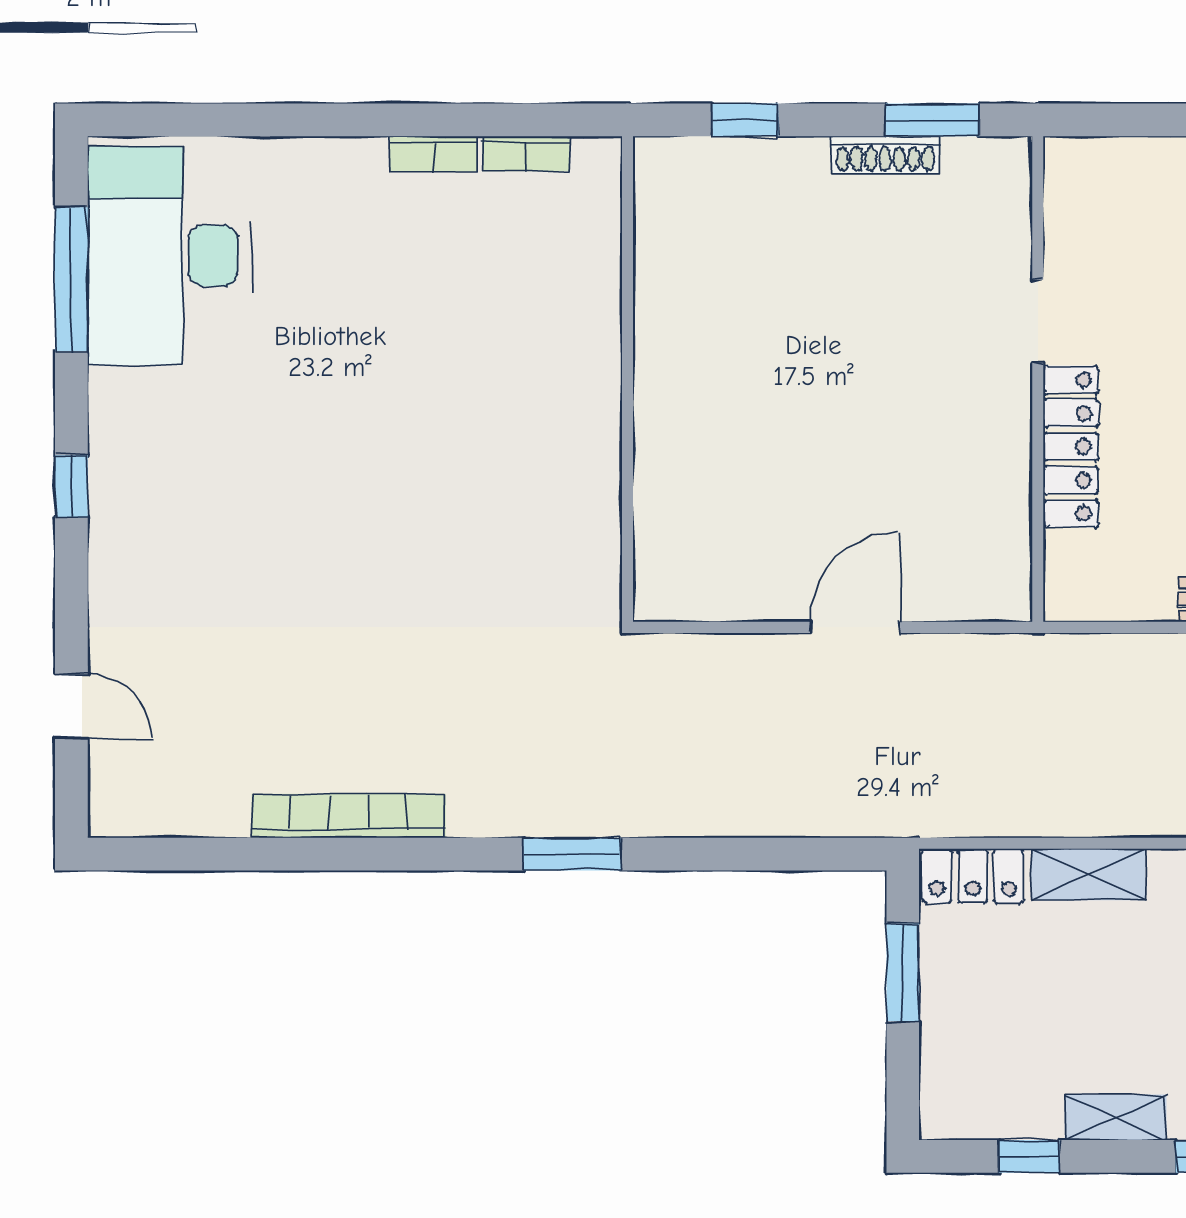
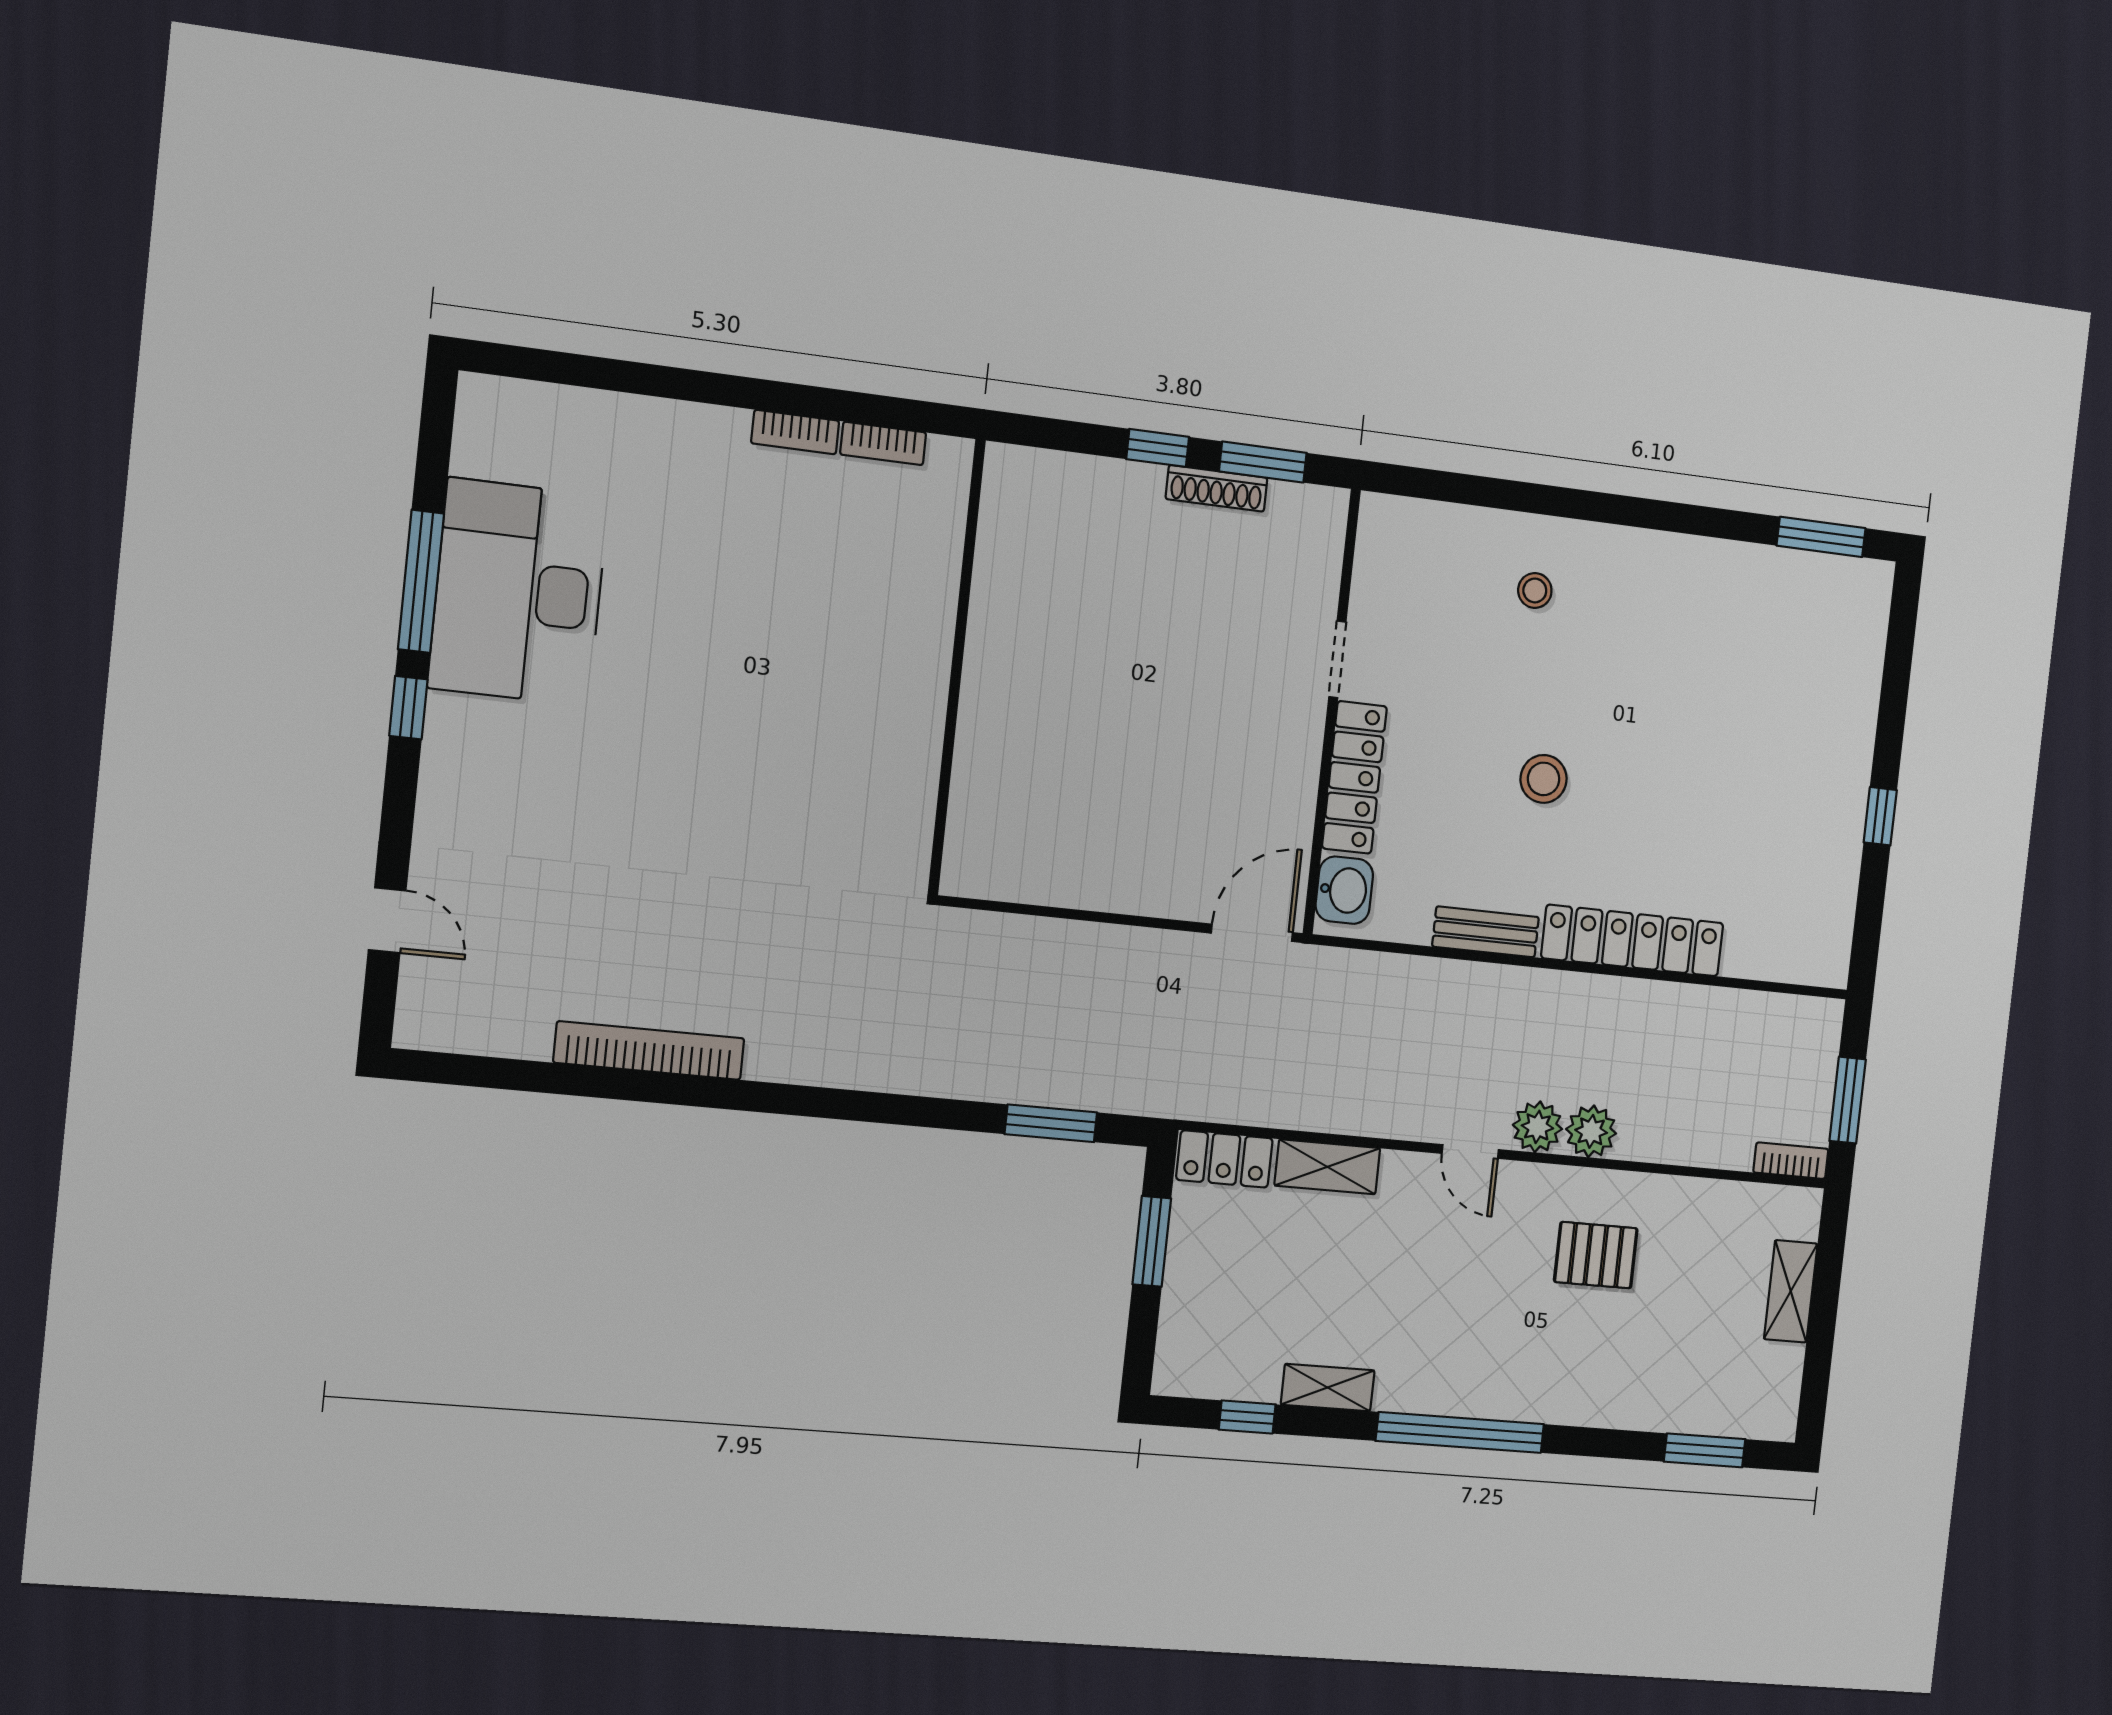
window: (745, 120) -> (1158, 448), moved
desk: (169, 256) -> (518, 592), moved
window: (71, 279) -> (421, 581), moved
washbasin: (1073, 570) -> (1344, 890), added
door: (855, 627) -> (1252, 933), moved
window: (572, 854) -> (1051, 1123), moved

